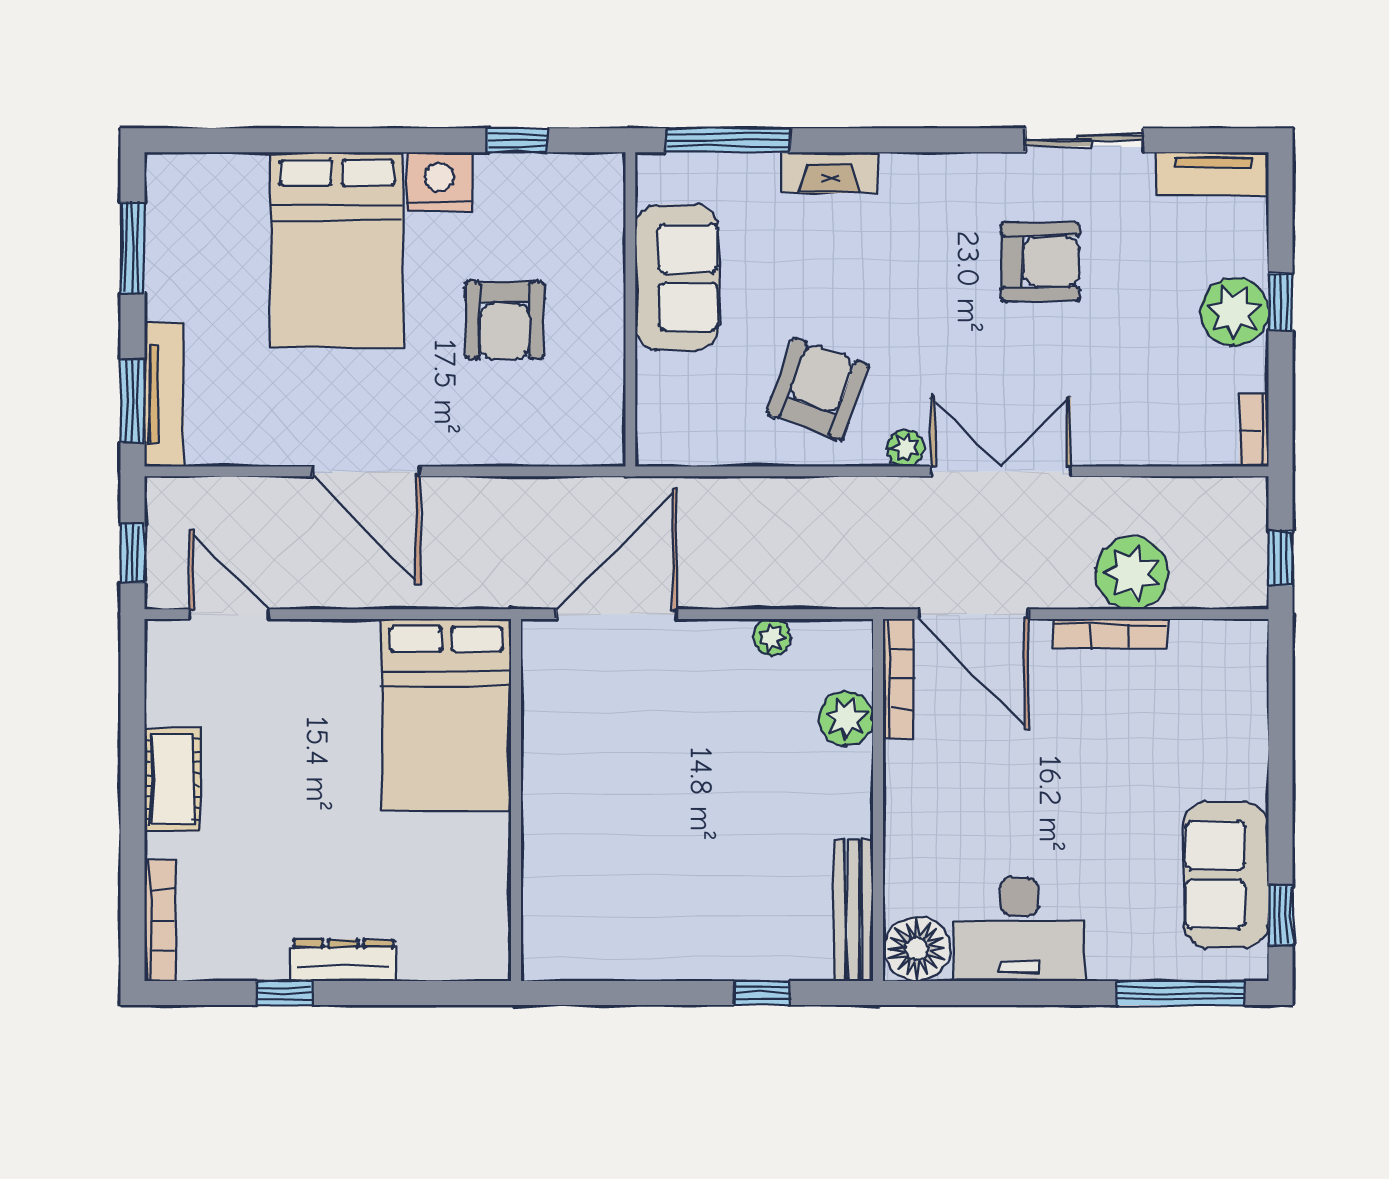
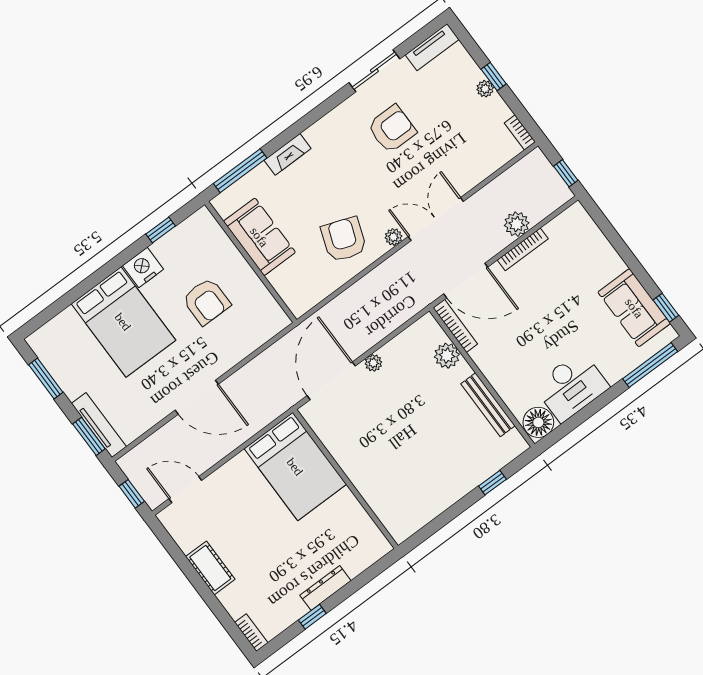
plant: (1234, 312) -> (485, 89), width x0.53, depth x0.53
plant: (1132, 573) -> (517, 224), width x0.73, depth x0.73
plant: (772, 637) -> (373, 363), moved
bench: (853, 910) -> (488, 405), moved
bookcase: (160, 920) -> (251, 633), width x0.64

